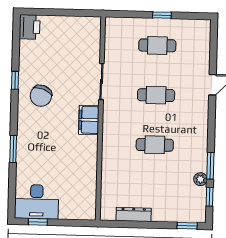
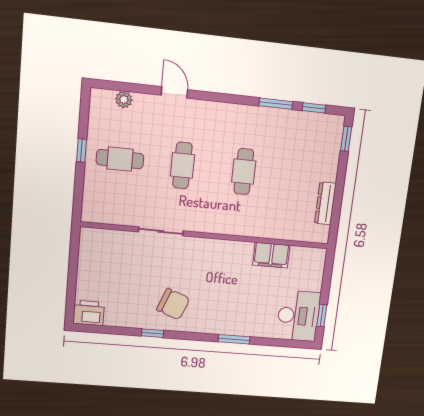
cafe table: (157, 45) -> (120, 159), turned 90
filing cabinet: (89, 120) -> (271, 255), moved
plant: (200, 179) -> (124, 100), moved

